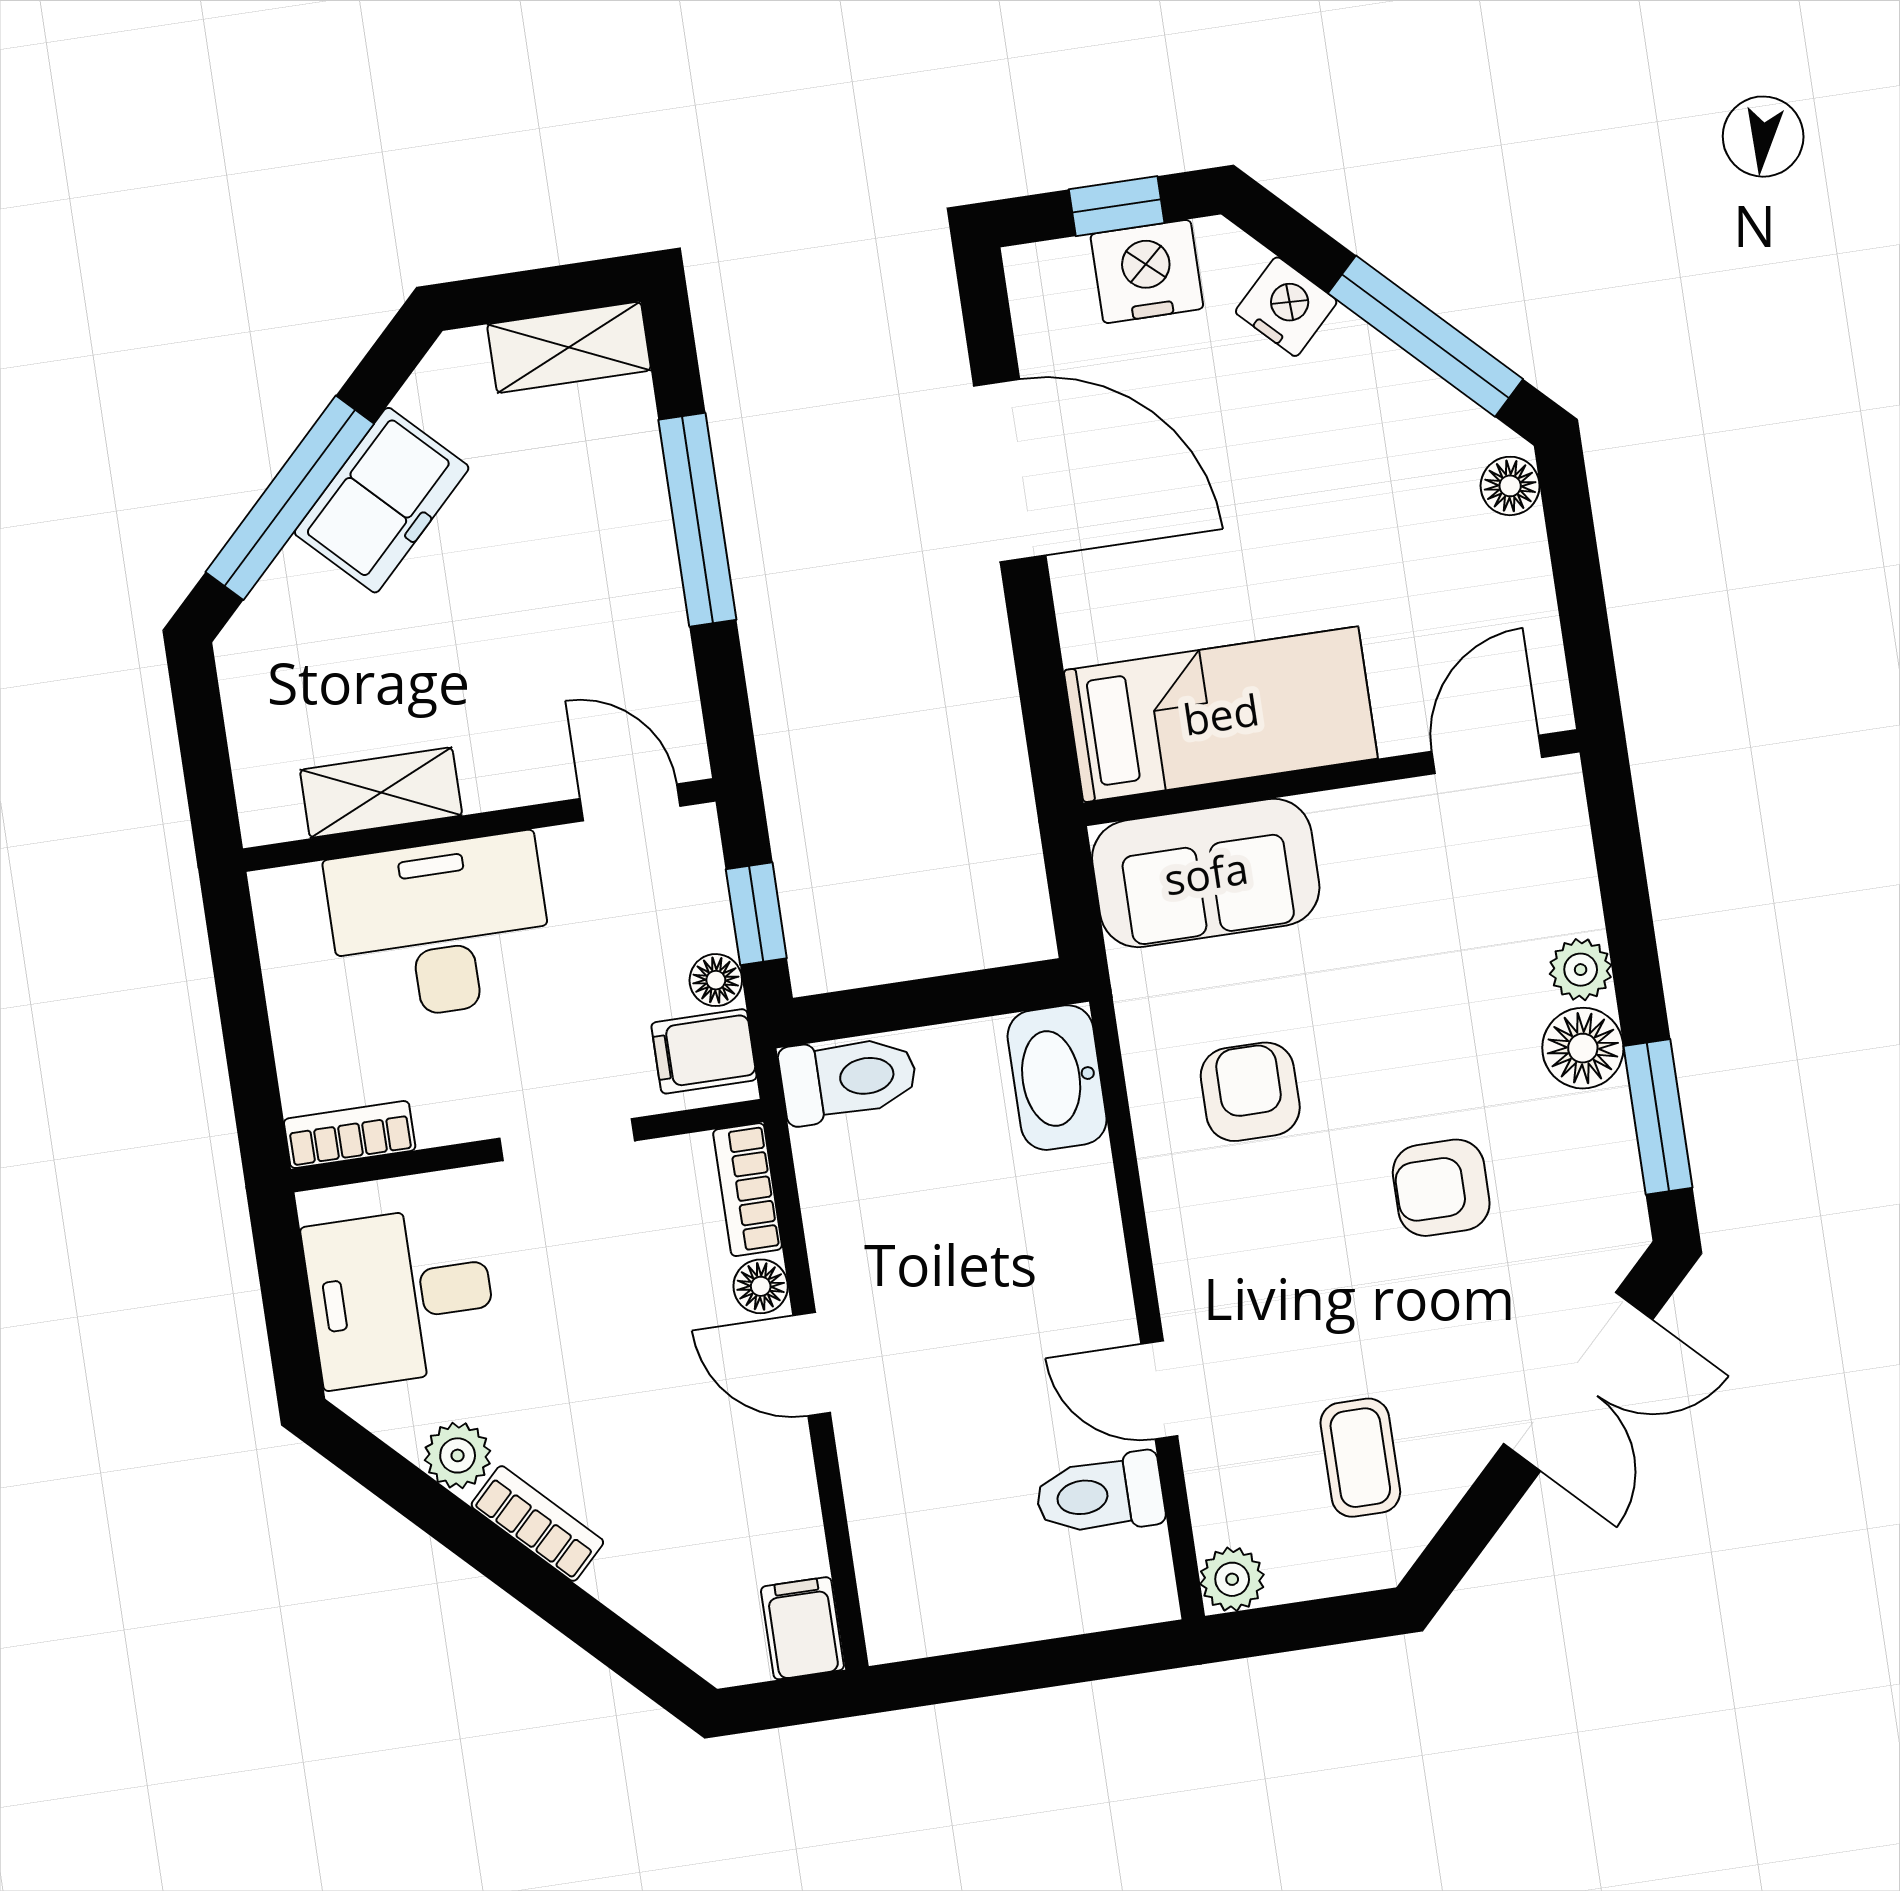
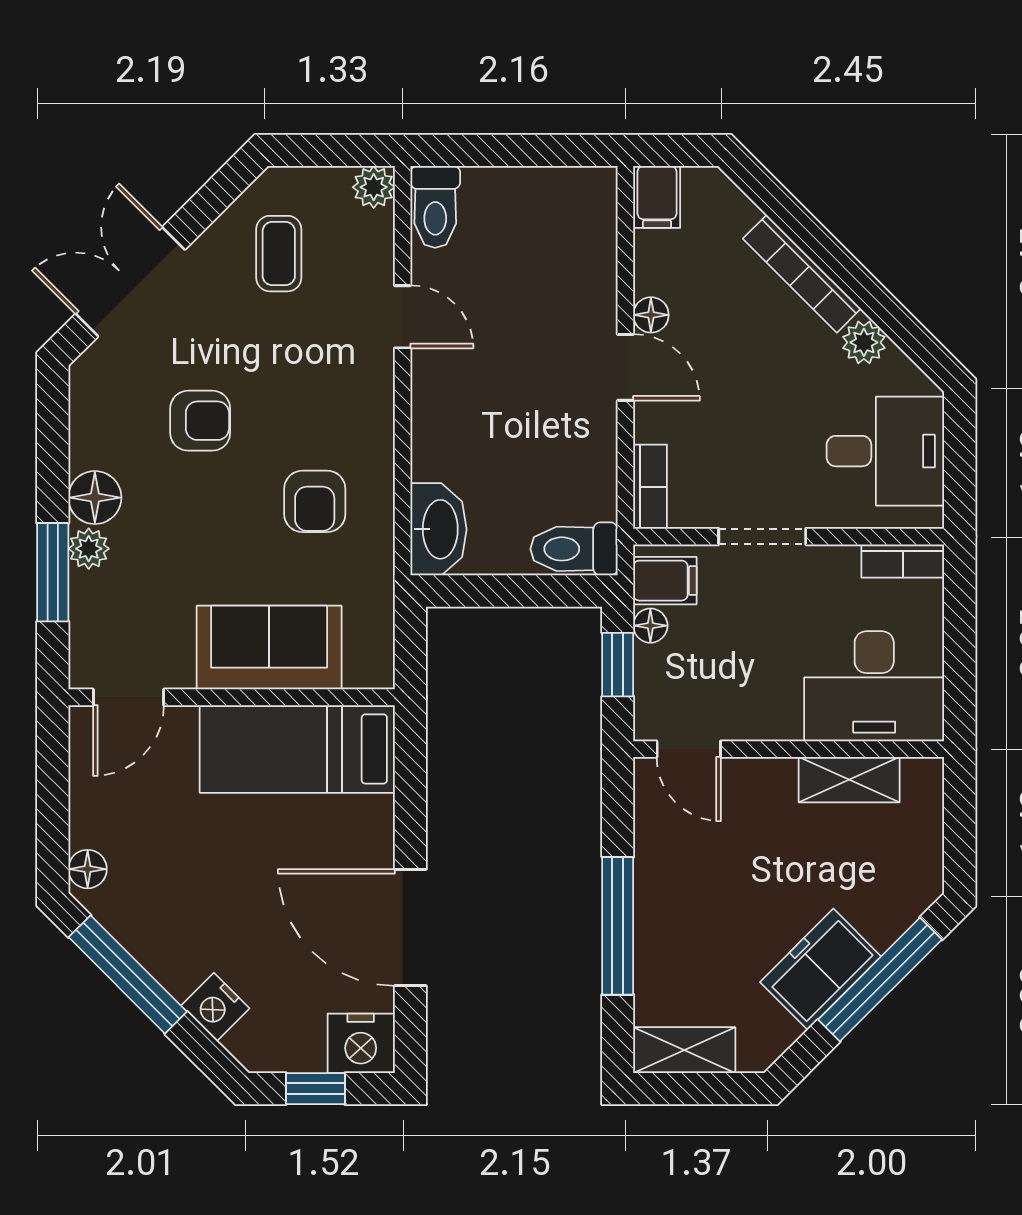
nightstand: (1147, 271) -> (361, 1043), moved
sofa: (1206, 873) -> (269, 648), moved
desk: (440, 928) -> (874, 686), moved
window: (1658, 1117) -> (53, 572), moved
floor lamp: (761, 1286) -> (651, 315), moved
toilet: (1100, 1495) -> (435, 207), moved, turned 90
bookcase: (537, 1523) -> (802, 274), width x1.56

